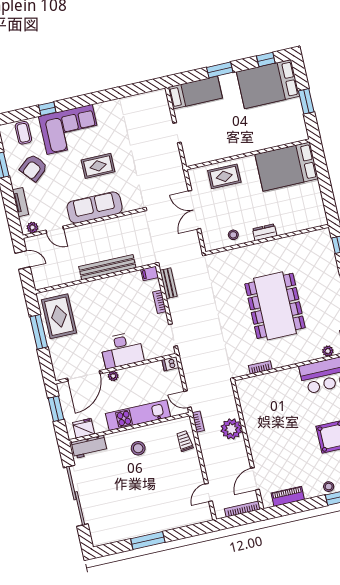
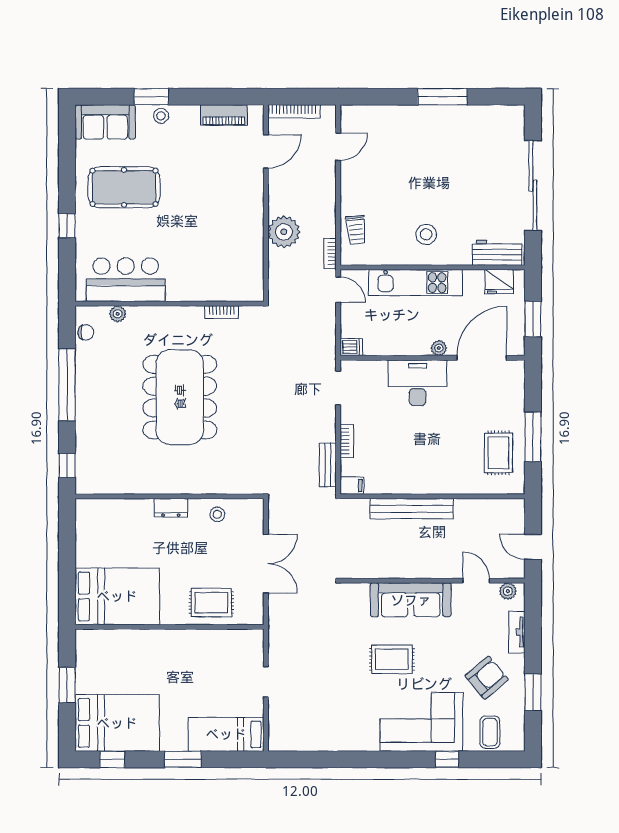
rug: (59, 316) -> (498, 453), width x0.73, depth x0.70

